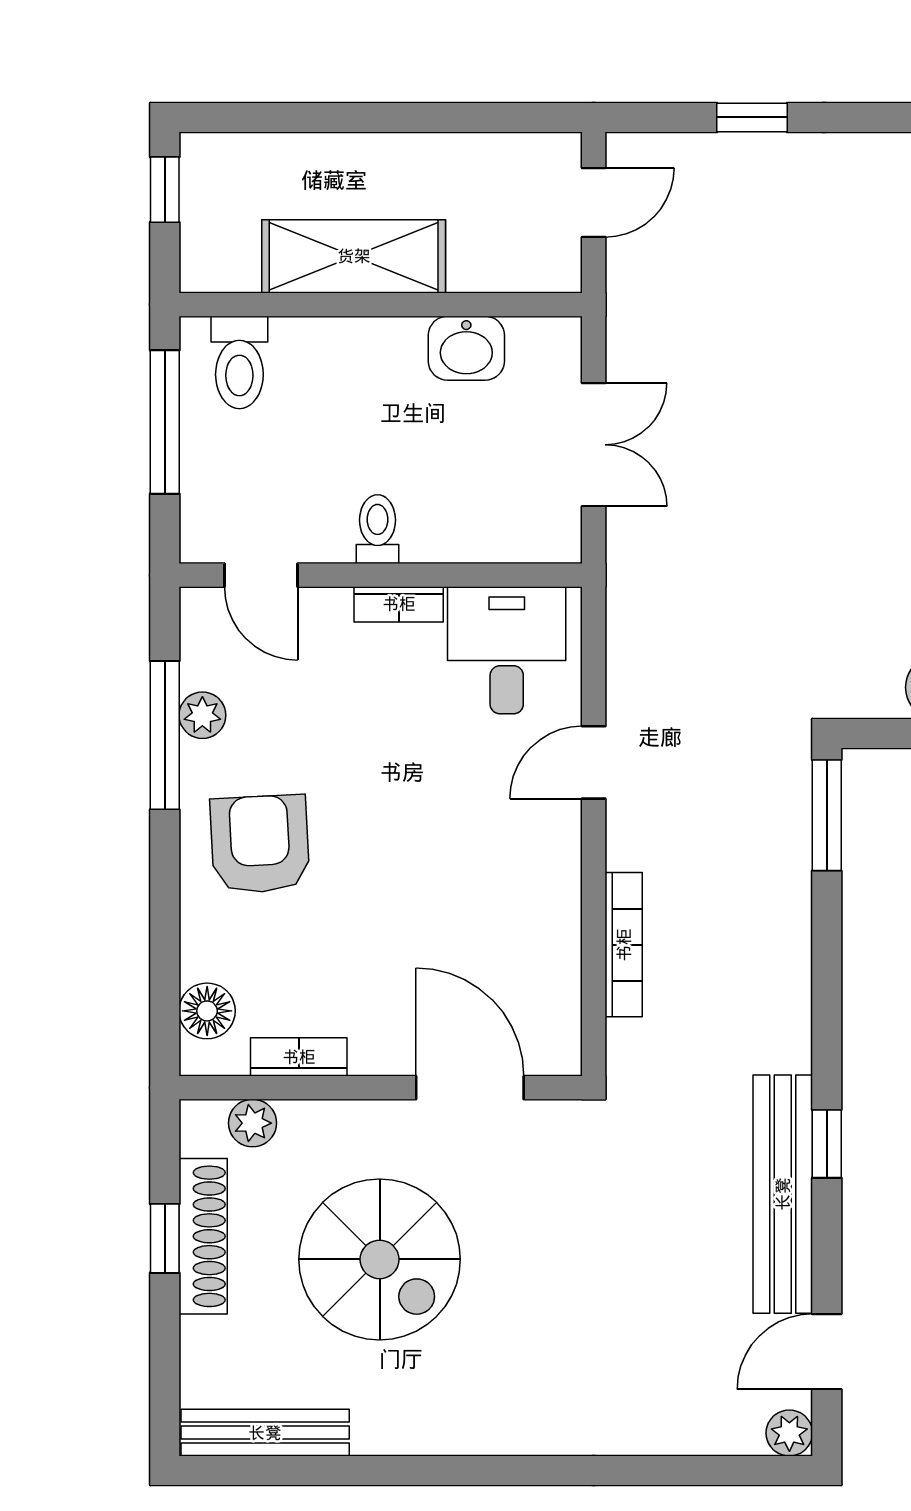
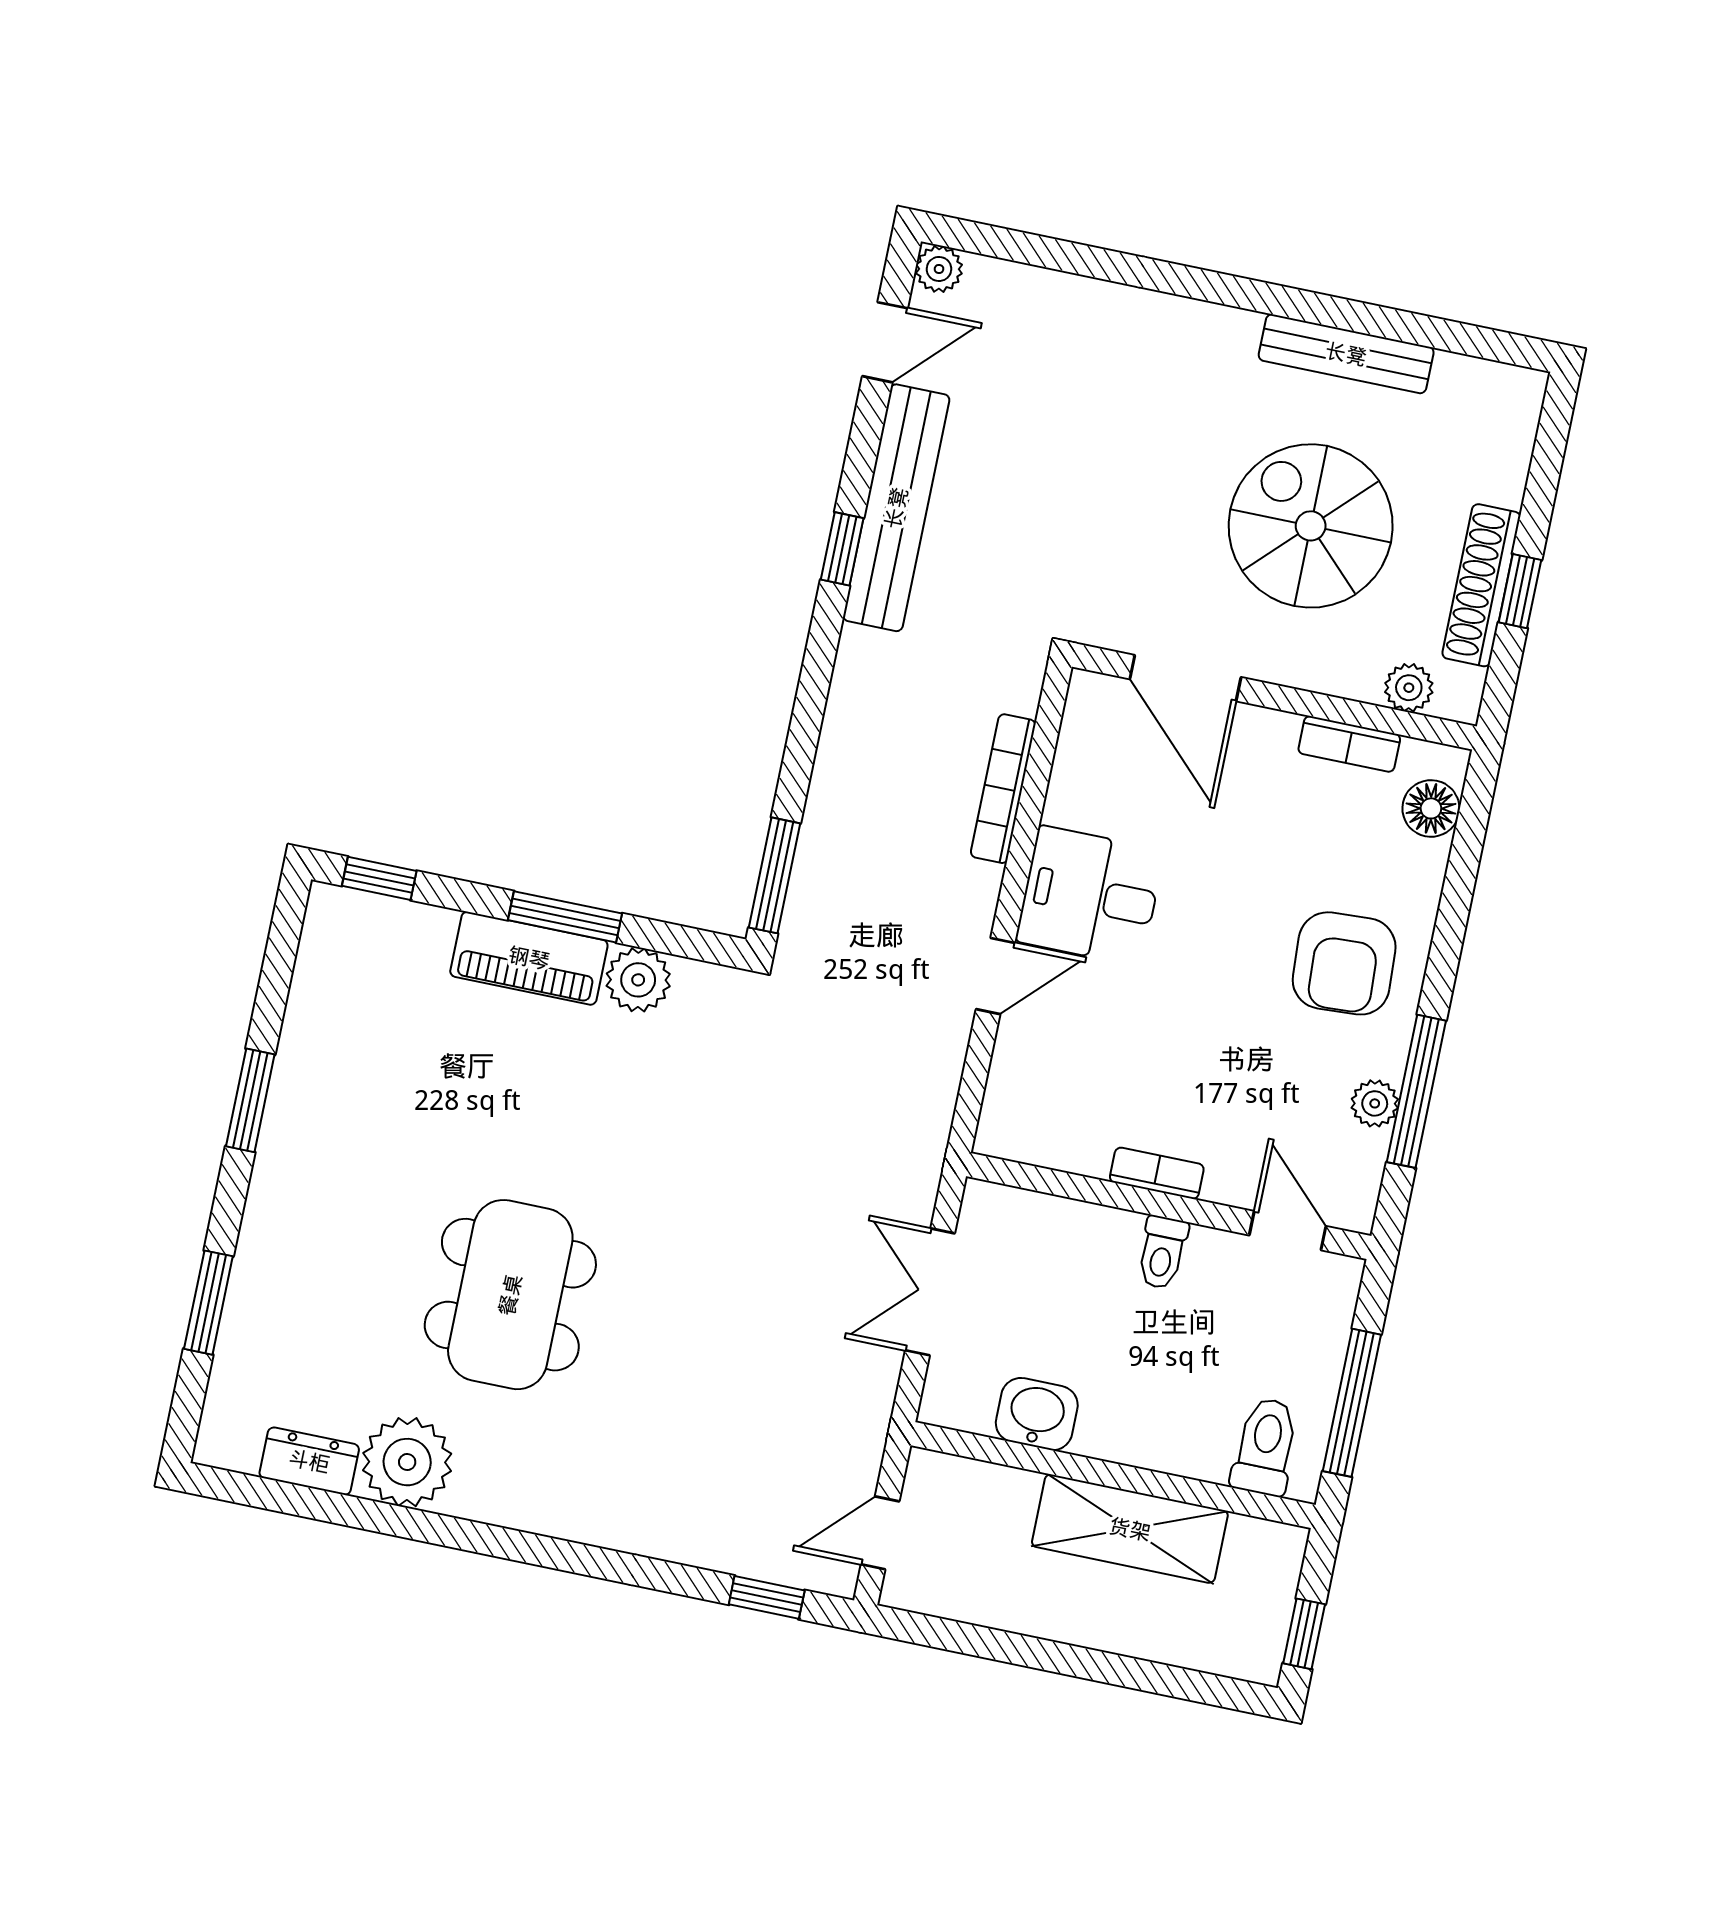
window: (752, 117) -> (767, 1597), moved
desk: (507, 650) -> (1090, 896), moved, turned 90
bench: (265, 1433) -> (1346, 354), moved

